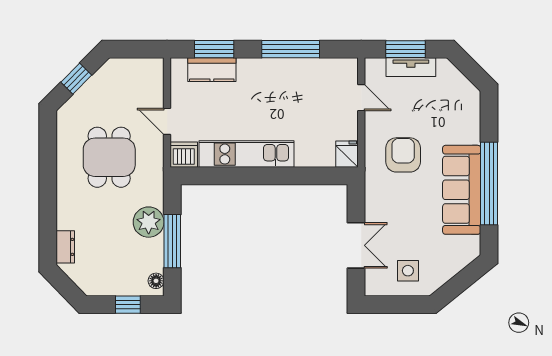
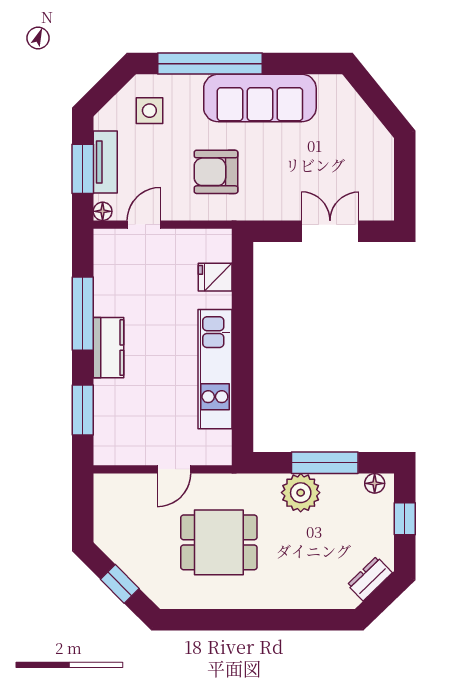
floor lamp: (372, 65) -> (103, 211), added
kitchen counter: (212, 70) -> (109, 348), moved
fridge: (347, 154) -> (215, 277), moved
dishwasher: (184, 155) -> (216, 448), removed
window: (489, 184) -> (210, 64), moved
dresser: (65, 247) -> (370, 579), moved, turned -44
side table: (408, 271) -> (149, 111), moved

